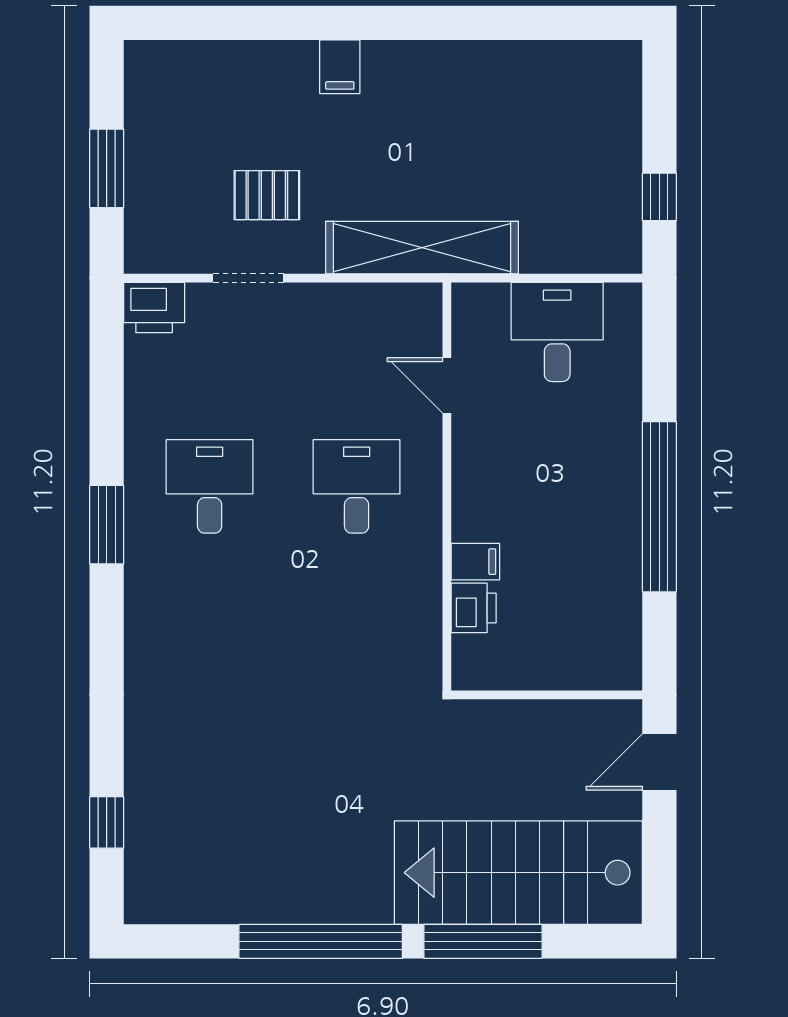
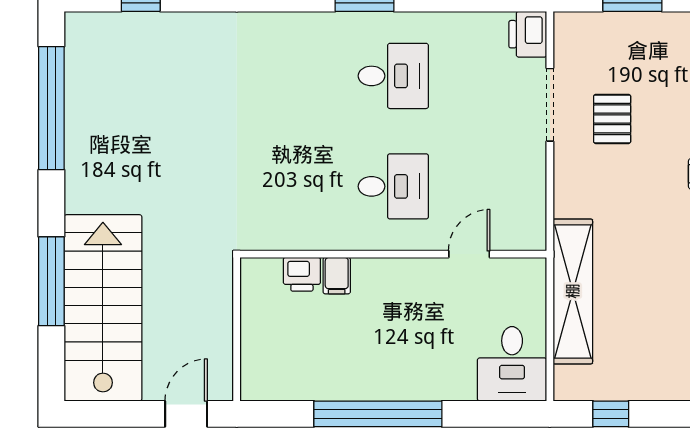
shelving: (422, 248) -> (573, 291), moved
doorway: (248, 278) -> (550, 105), width x1.38
desk: (557, 332) -> (512, 364), moved, turned 90
door: (659, 762) -> (186, 414), hinge flipped
window: (321, 941) -> (51, 108), moved

